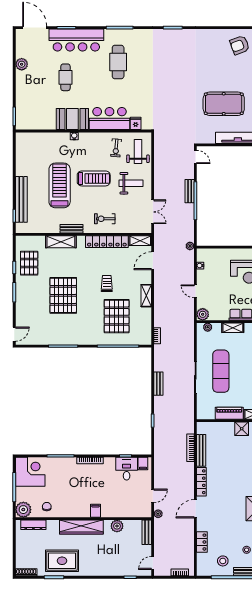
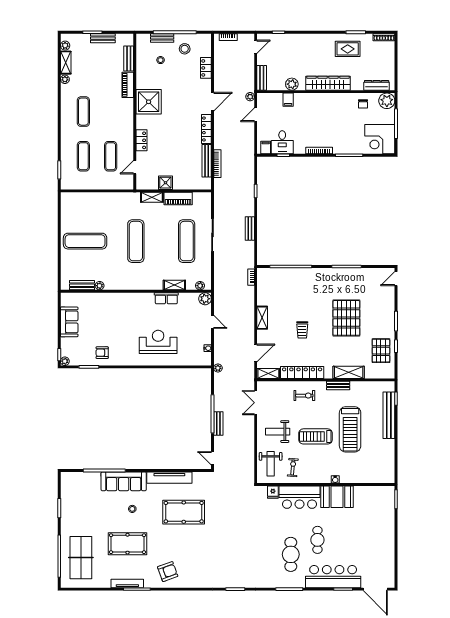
plant: (22, 64) -> (389, 552), removed
cafe table: (65, 77) -> (317, 540), moved
pallet: (117, 316) -> (292, 297), removed
filing cabinet: (96, 511) -> (288, 100), moved
rug: (62, 561) -> (348, 49), width x0.73, depth x0.70

